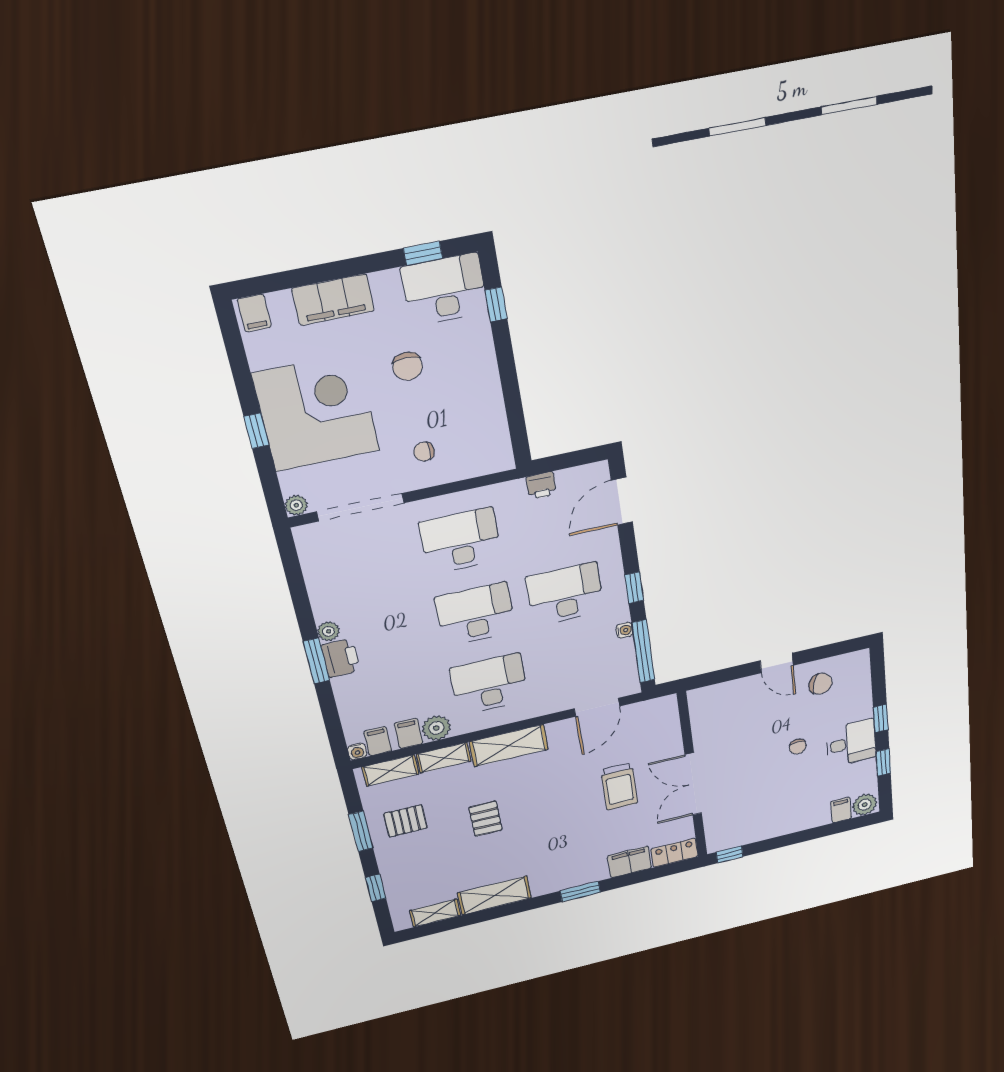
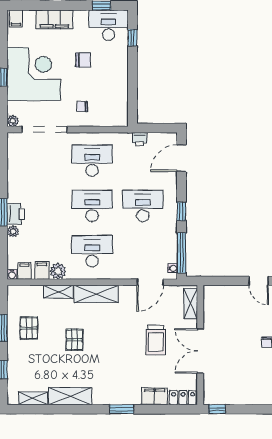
chair: (407, 366) -> (83, 60), turned -90
water cooler: (624, 630) -> (173, 268), moved
plant: (329, 631) -> (13, 231), moved
shelving: (390, 771) -> (191, 304), moved, turned 90
pallet: (405, 821) -> (29, 328), turned 90

